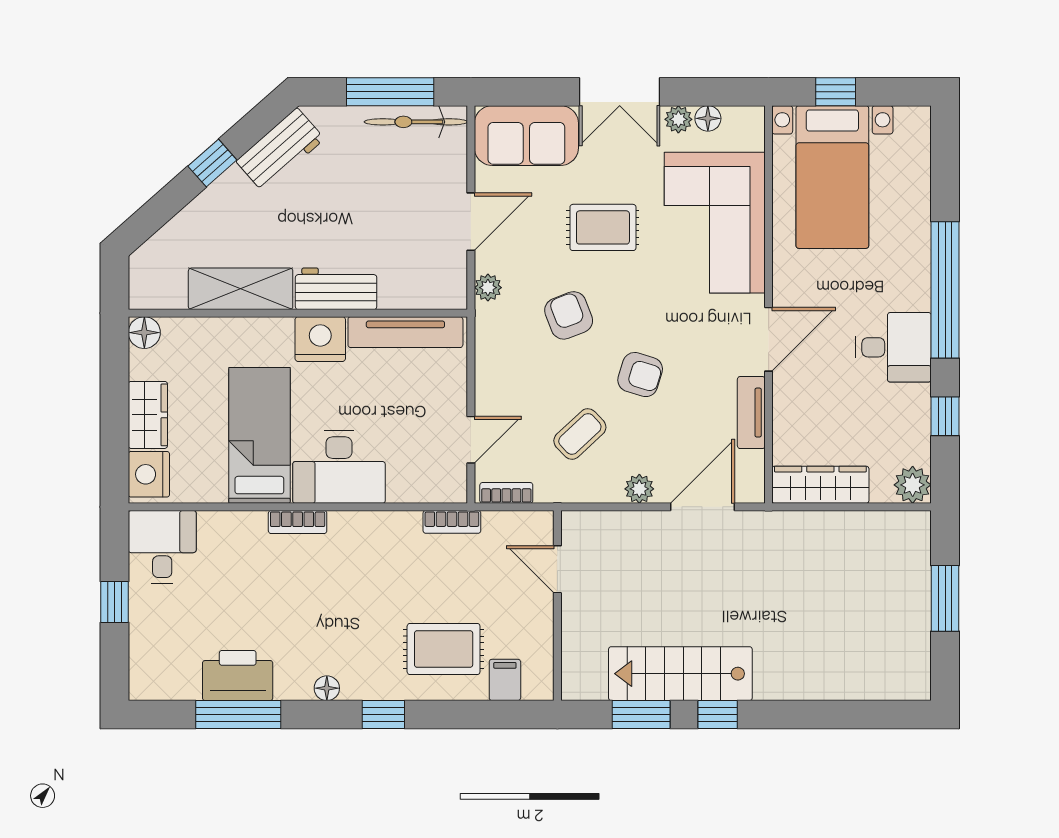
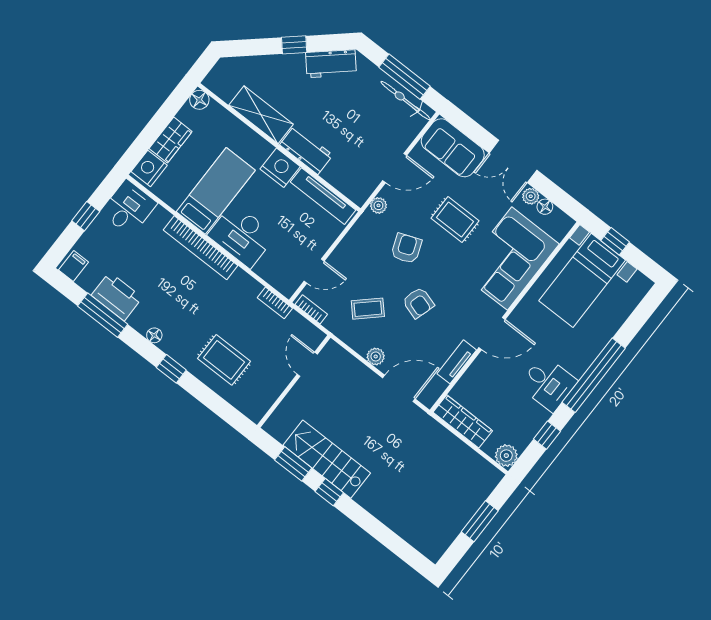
bookcase: (298, 522) -> (200, 248), width x2.31, depth x1.31
filing cabinet: (505, 680) -> (74, 266), moved

